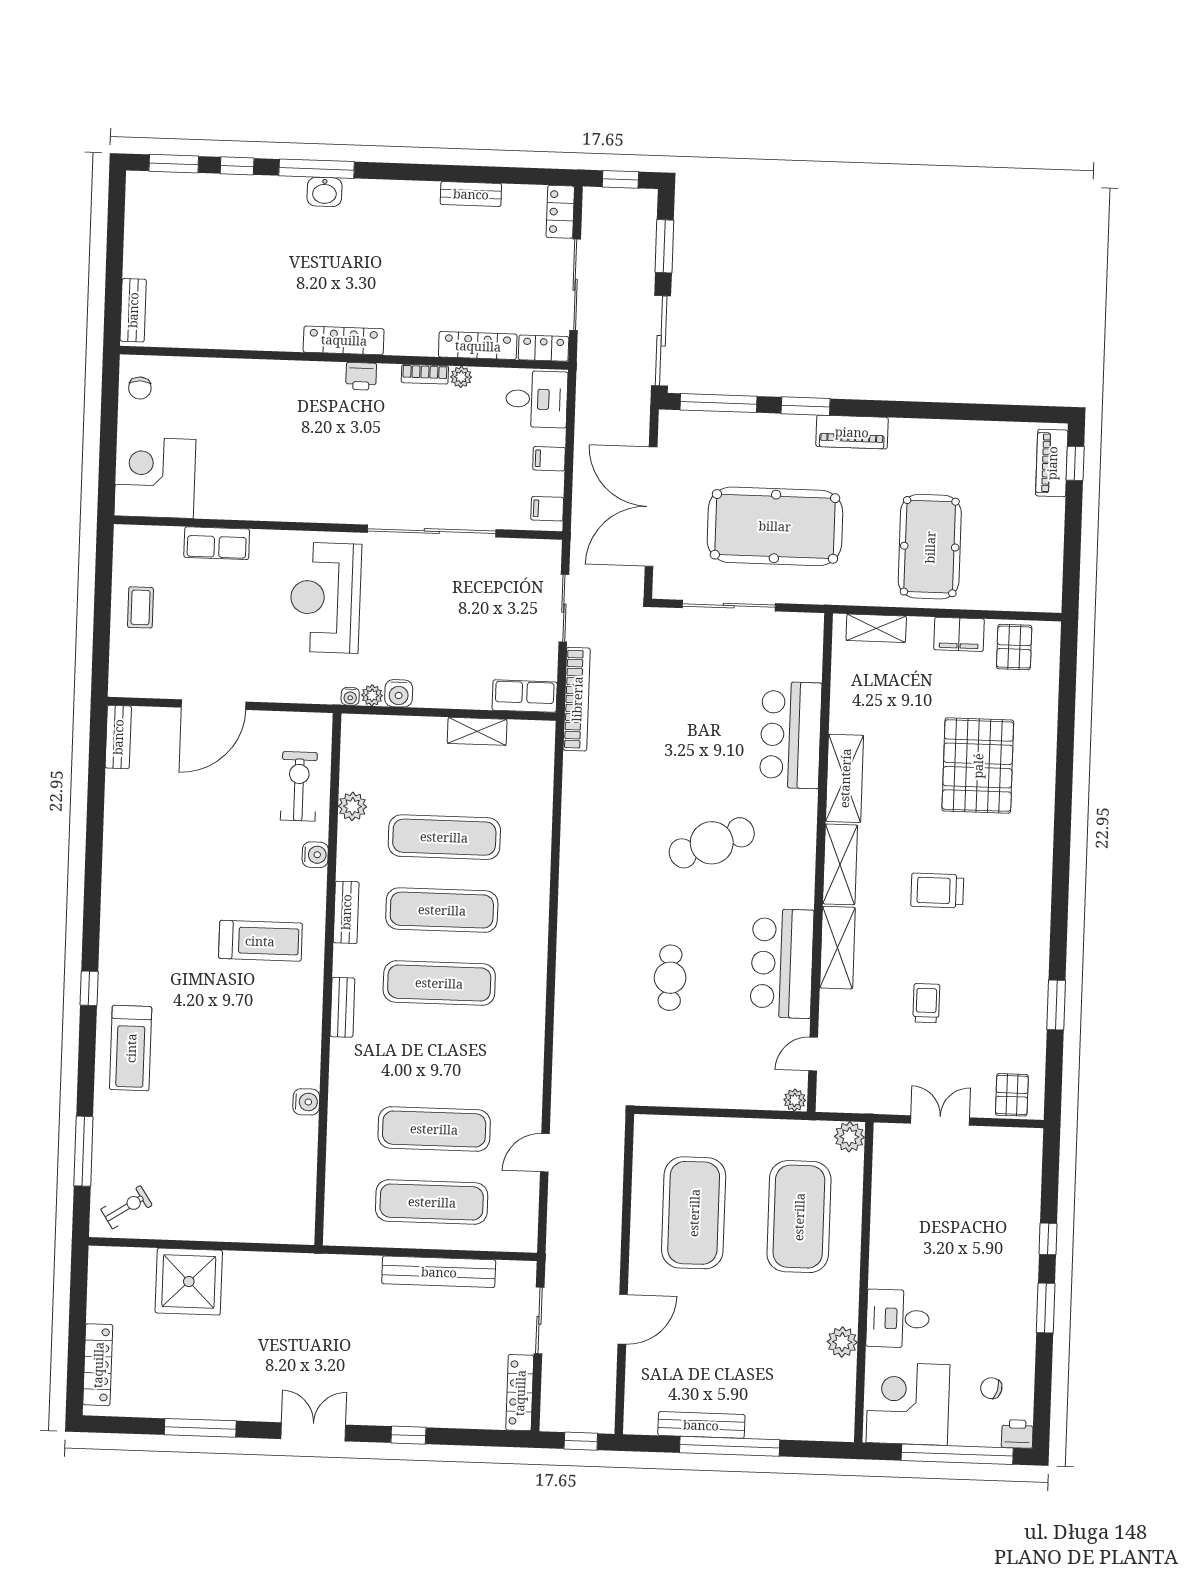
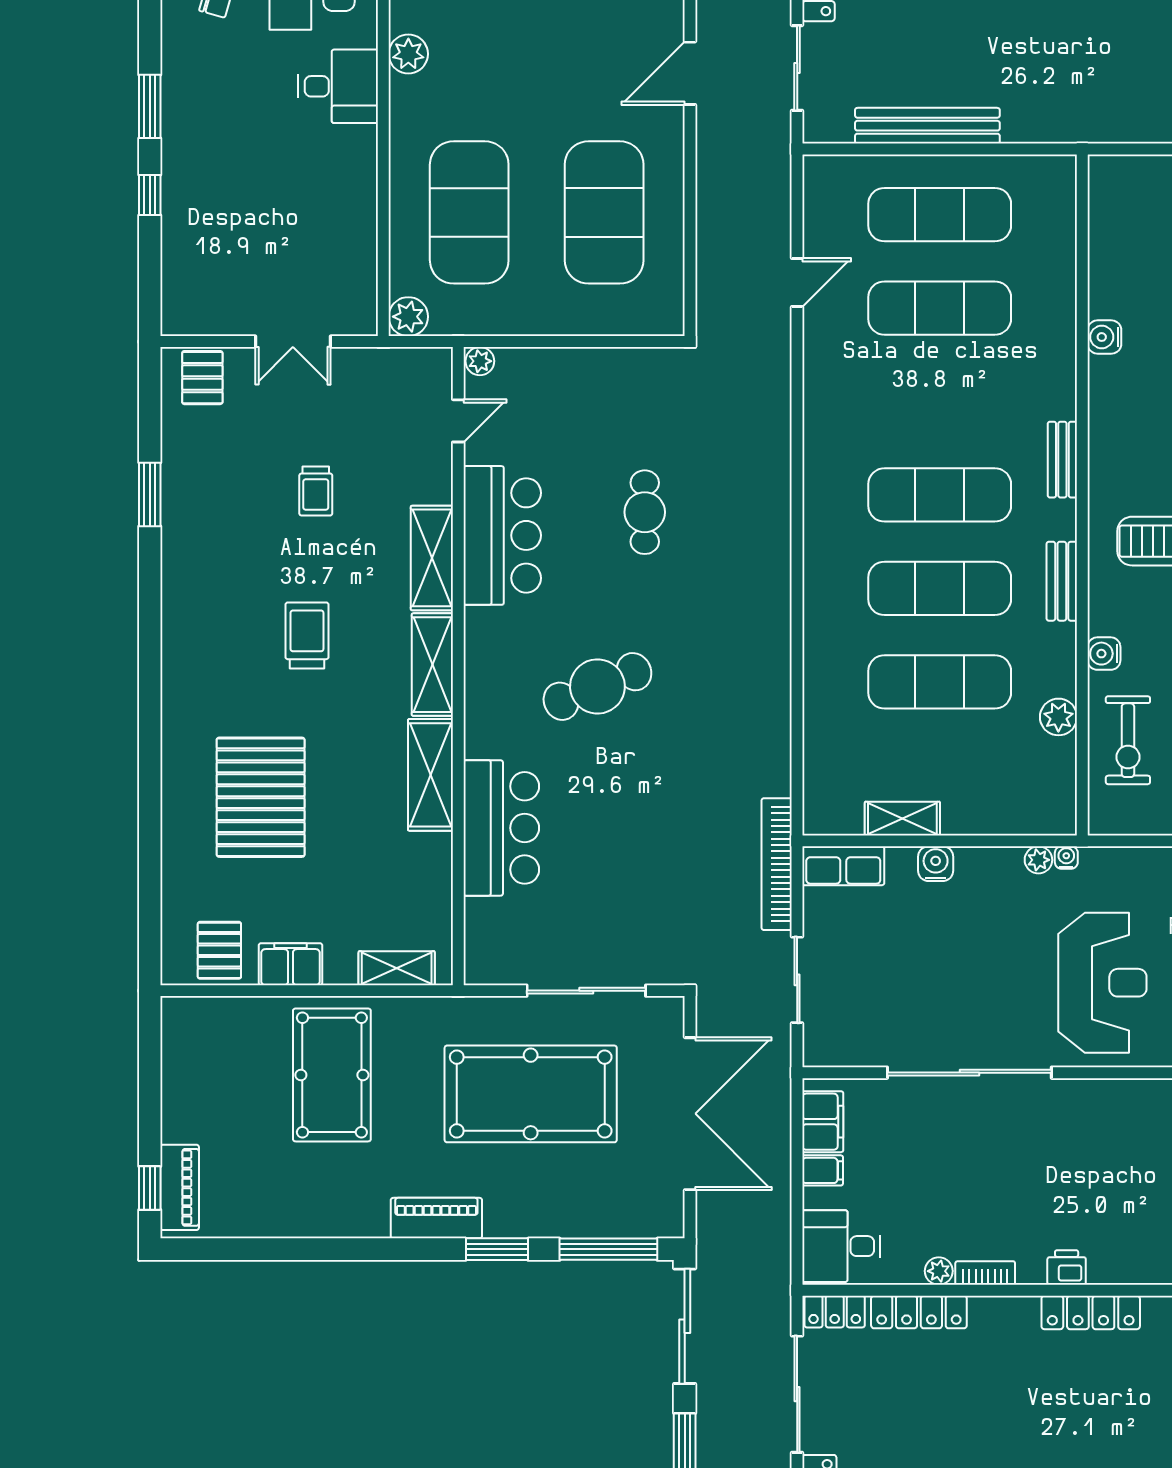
filing cabinet: (547, 509) -> (823, 1122), width x2.00
water cooler: (399, 693) -> (936, 864), moved
trolley: (937, 891) -> (307, 635), turned -90

